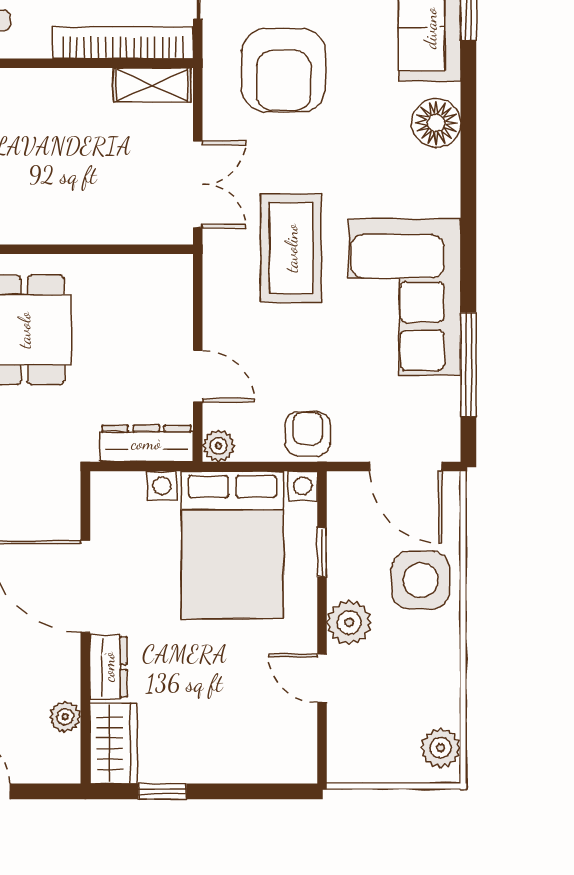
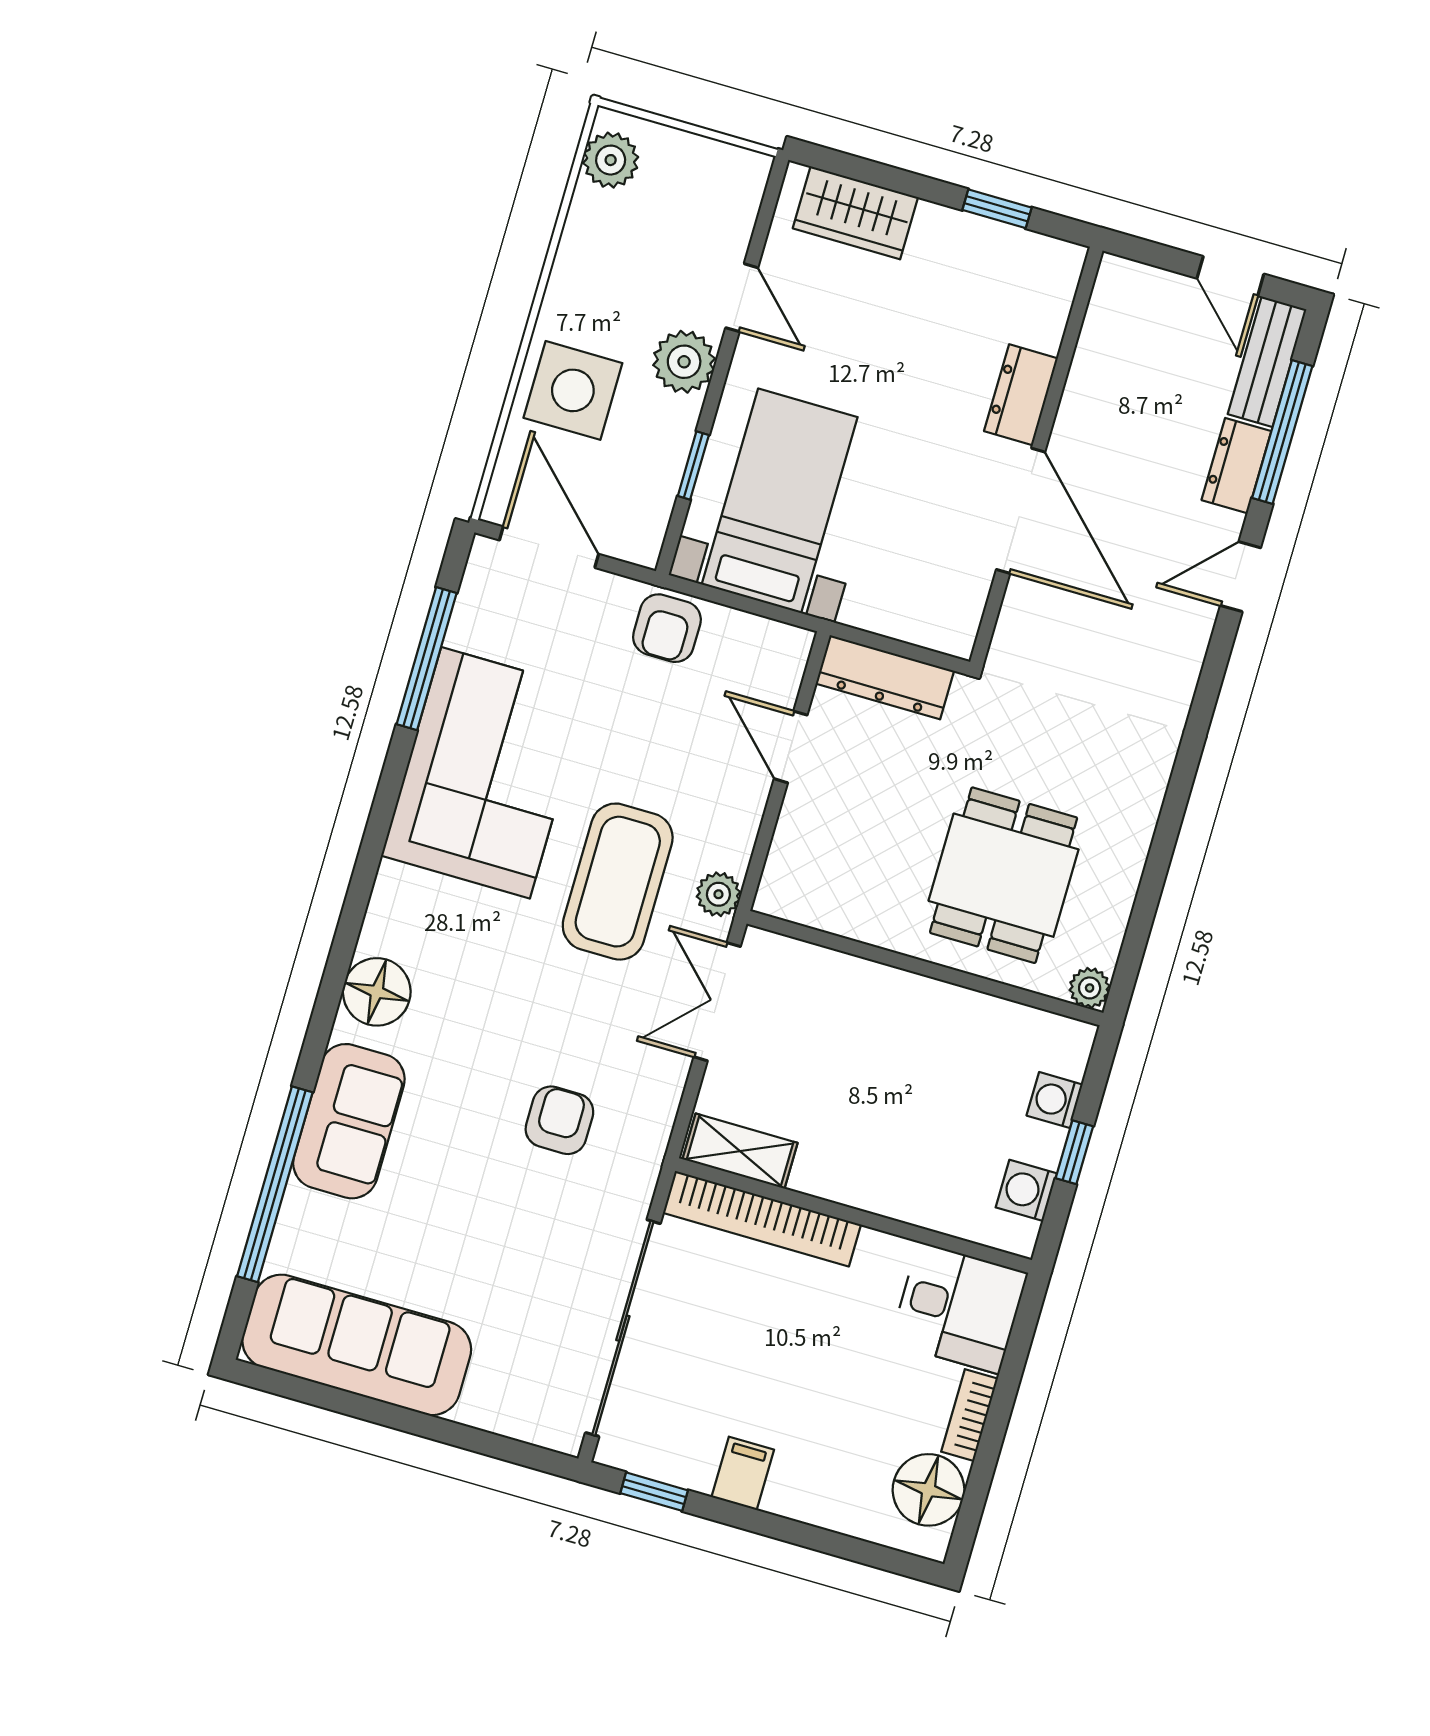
armchair: (284, 70) -> (559, 1120), width x0.53, depth x0.53
plant: (218, 446) -> (718, 894), moved
bed with nightstands: (232, 545) -> (780, 501), width x0.73
plant: (65, 717) -> (1098, 345), removed
wardrobe: (113, 743) -> (855, 213), moved, turned -90

